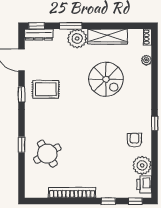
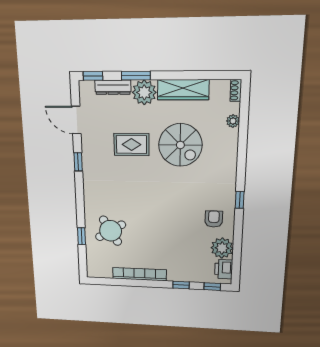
dresser: (39, 34) -> (113, 87), moved
rug: (46, 89) -> (131, 145), moved
window: (22, 145) -> (81, 236), moved

